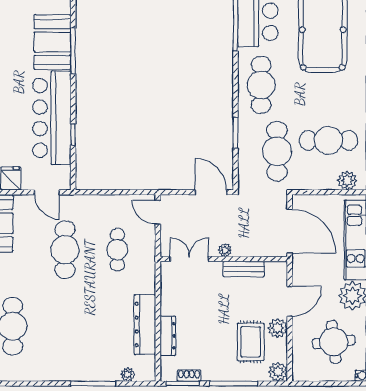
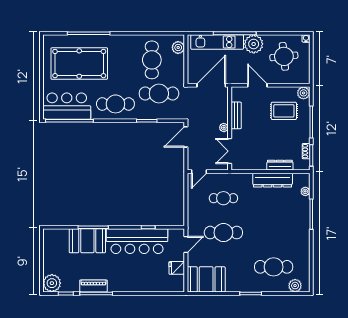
plant: (278, 328) -> (275, 93), removed

